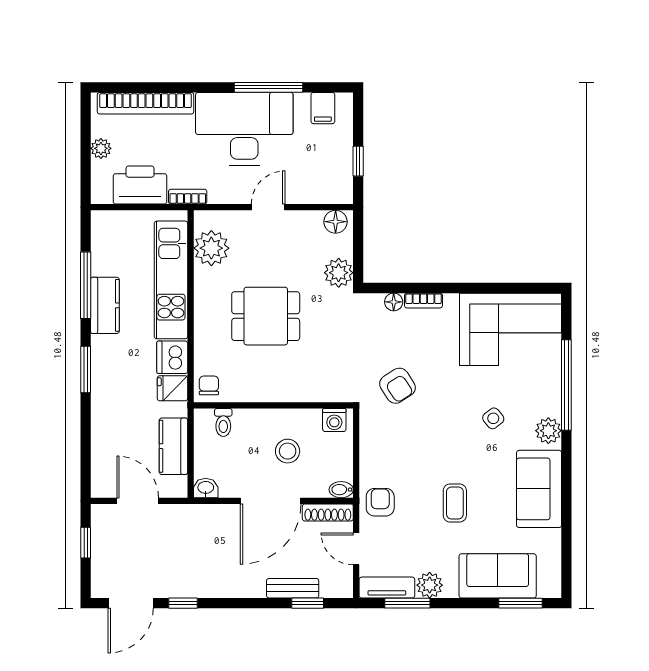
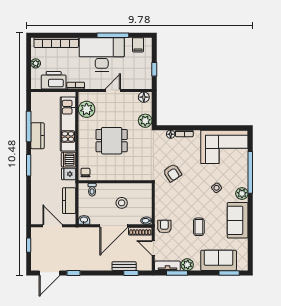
washing machine: (334, 420) -> (143, 189), removed

